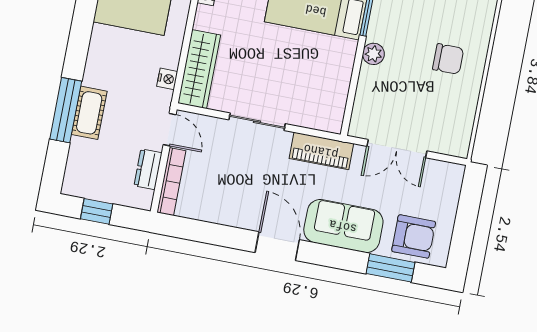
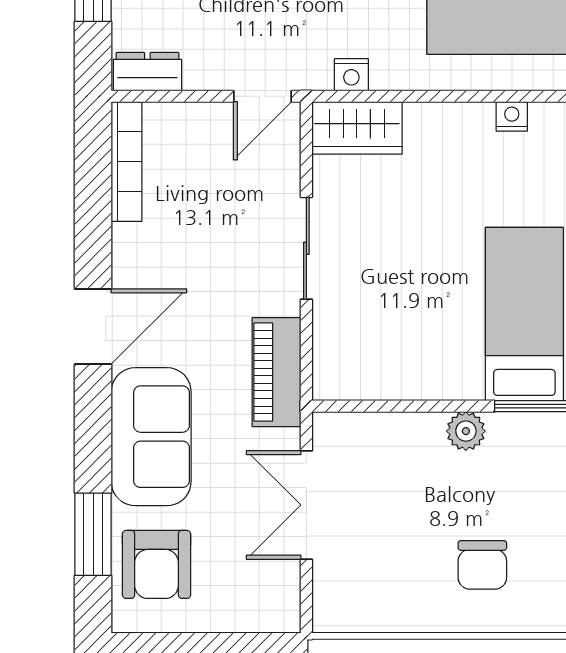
wardrobe: (199, 69) -> (357, 128), width x0.67
dresser: (148, 169) -> (147, 72), moved
bookcase: (171, 182) -> (127, 162), moved, turned -90

